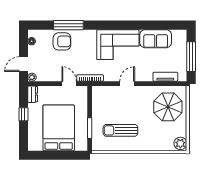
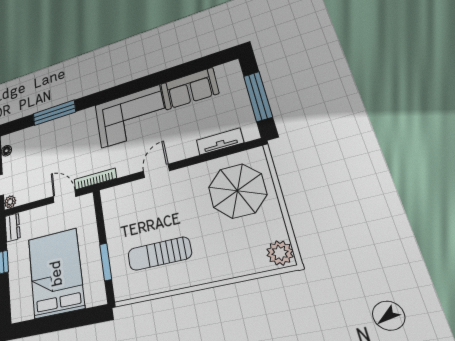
armchair: (62, 41) -> (48, 138), removed

